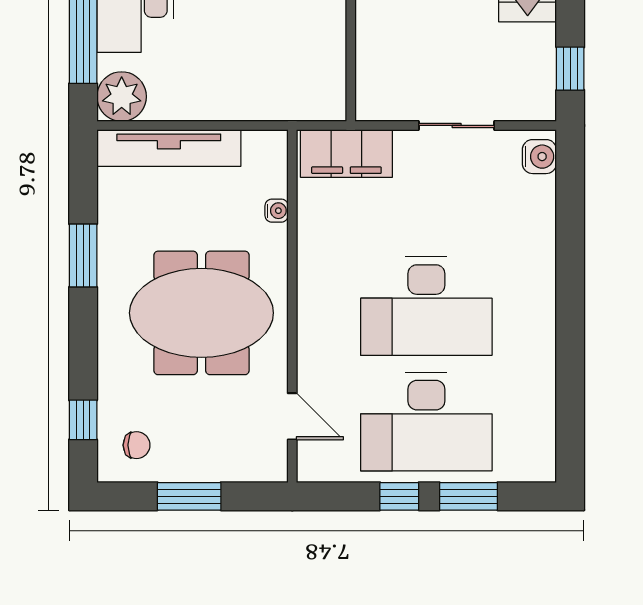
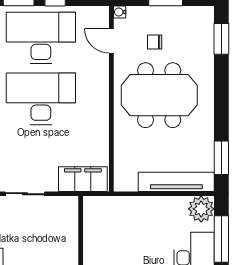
water cooler: (277, 211) -> (120, 12), moved
window: (83, 256) -> (221, 158), moved
window: (83, 420) -> (221, 39), width x1.50
chair: (137, 445) -> (155, 42), moved

